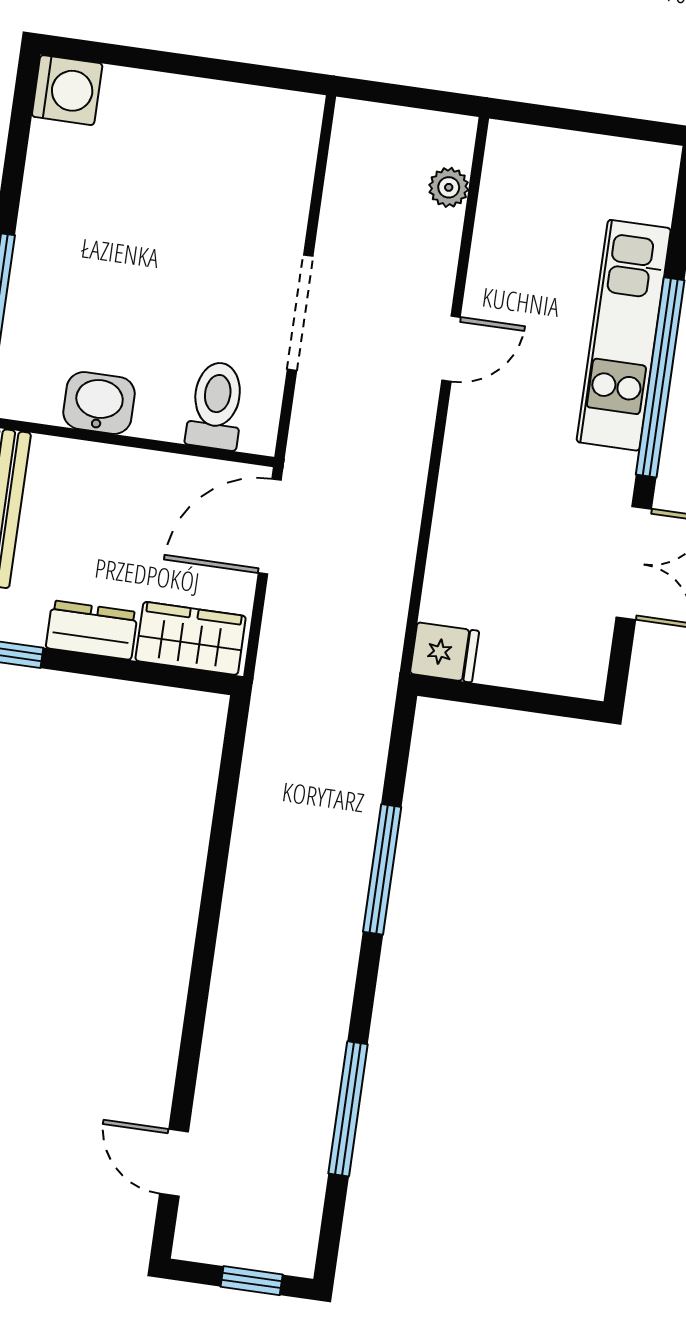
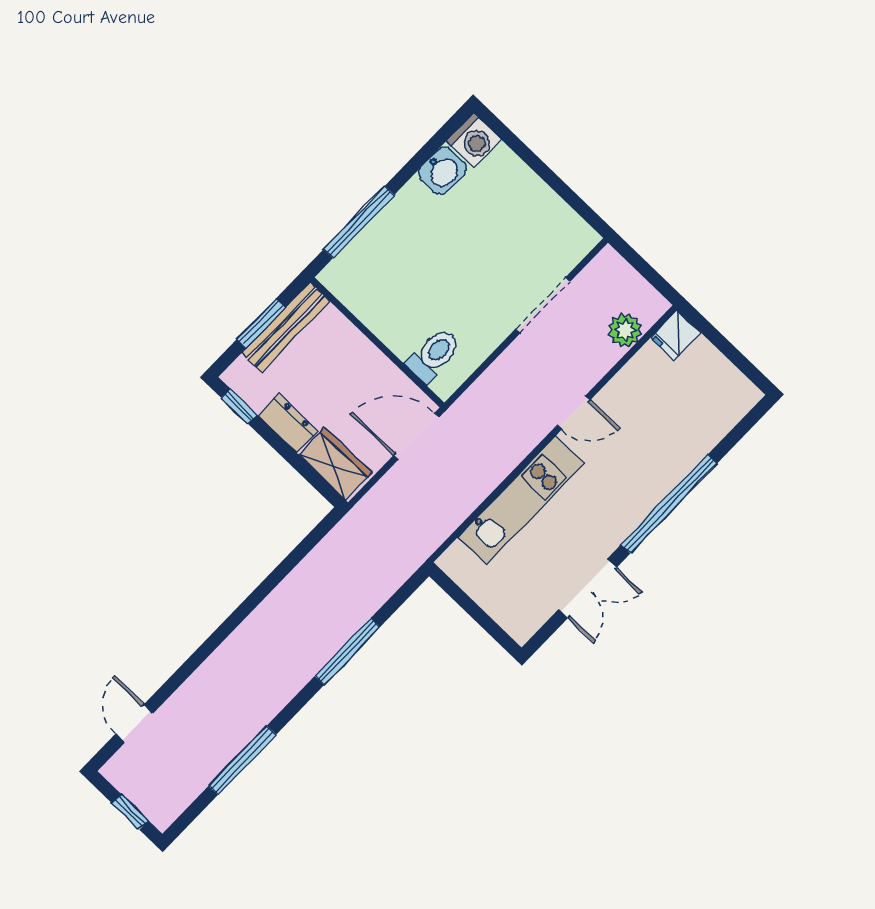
plant: (449, 187) -> (625, 330), width x1.38, depth x1.38
doorway: (300, 313) -> (543, 305), moved
kitchen unit: (624, 335) -> (521, 500), moved, turned 180
washbasin: (99, 403) -> (442, 171), moved, turned 90
fridge: (445, 652) -> (676, 335), moved, turned 90

